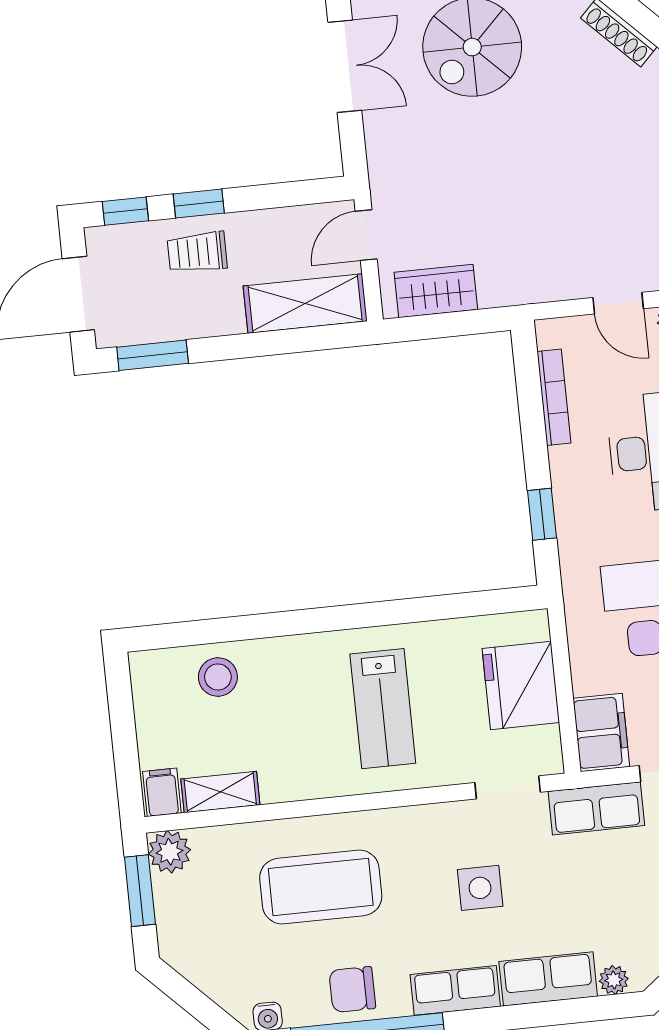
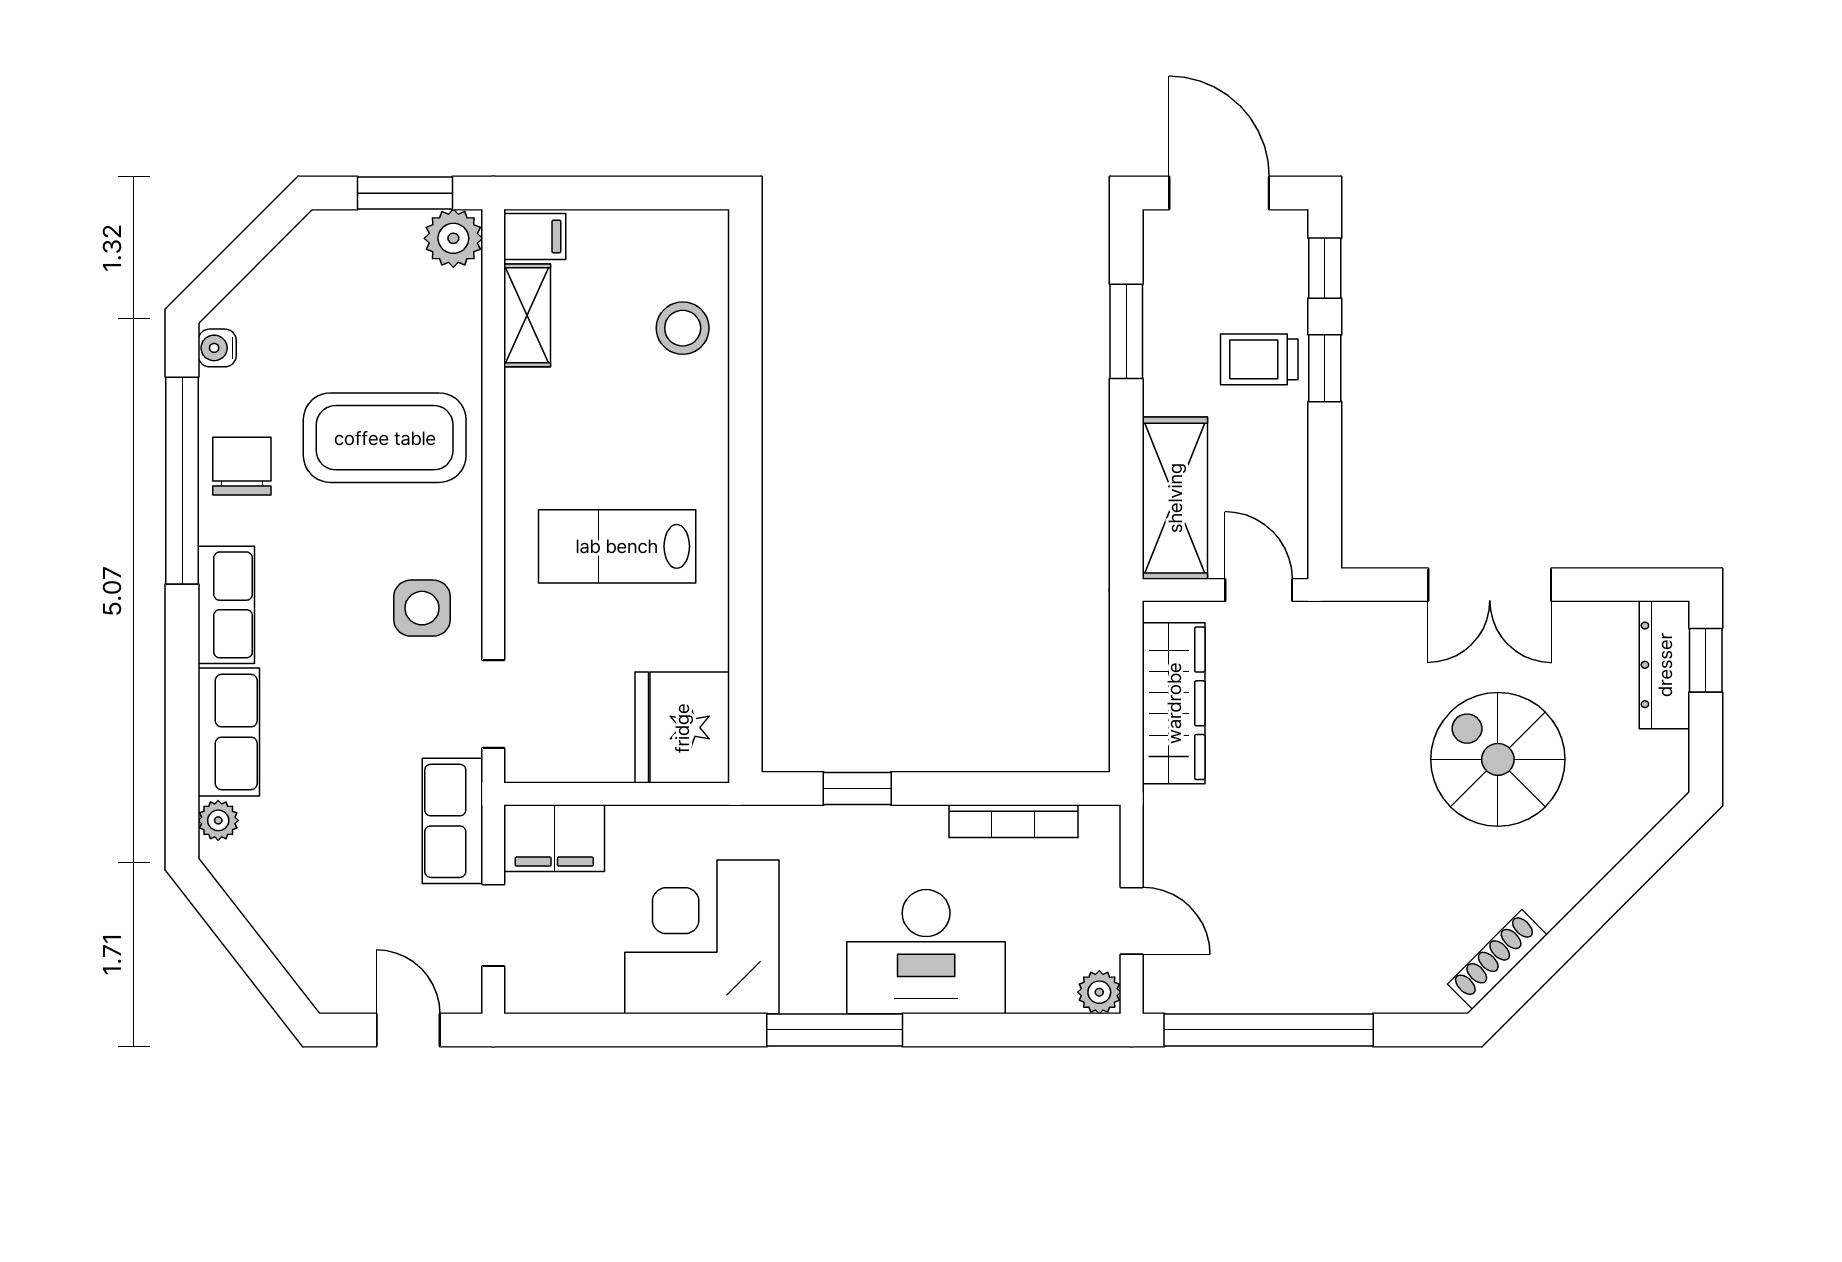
trolley: (197, 252) -> (1259, 359), turned -90
wardrobe: (436, 291) -> (1174, 703), width x1.50
door: (618, 303) -> (1132, 921), swing flipped
window: (153, 355) -> (1126, 331), moved
fridge: (521, 685) -> (682, 728), moved, turned -90
coffee table: (321, 887) -> (385, 438), turned 90
side table: (480, 888) -> (422, 608), moved

